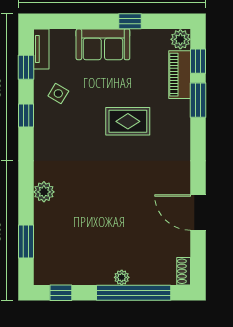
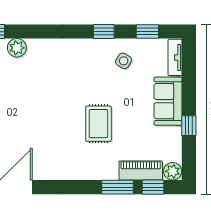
tv unit: (41, 49) -> (175, 57), moved, turned 90
plant: (44, 192) -> (17, 48), moved

